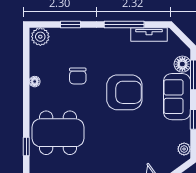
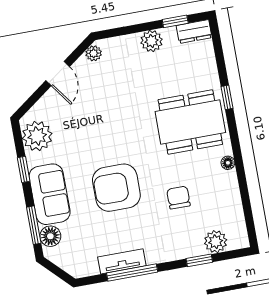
tv unit: (149, 35) -> (122, 261), moved
plant: (40, 37) -> (216, 242), moved
floor lamp: (35, 82) -> (228, 163), moved
plant: (184, 149) -> (37, 136), width x1.88, depth x1.88

